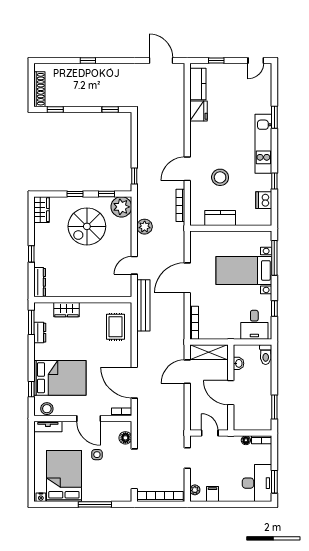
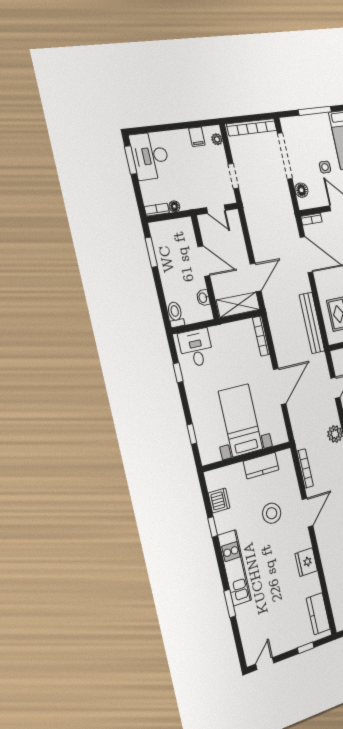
fridge: (198, 111) -> (306, 562), moved
window: (274, 258) -> (192, 434), width x0.46
bed with nightstands: (244, 270) -> (241, 420), moved, turned -90
bench: (143, 305) -> (312, 323), moved

